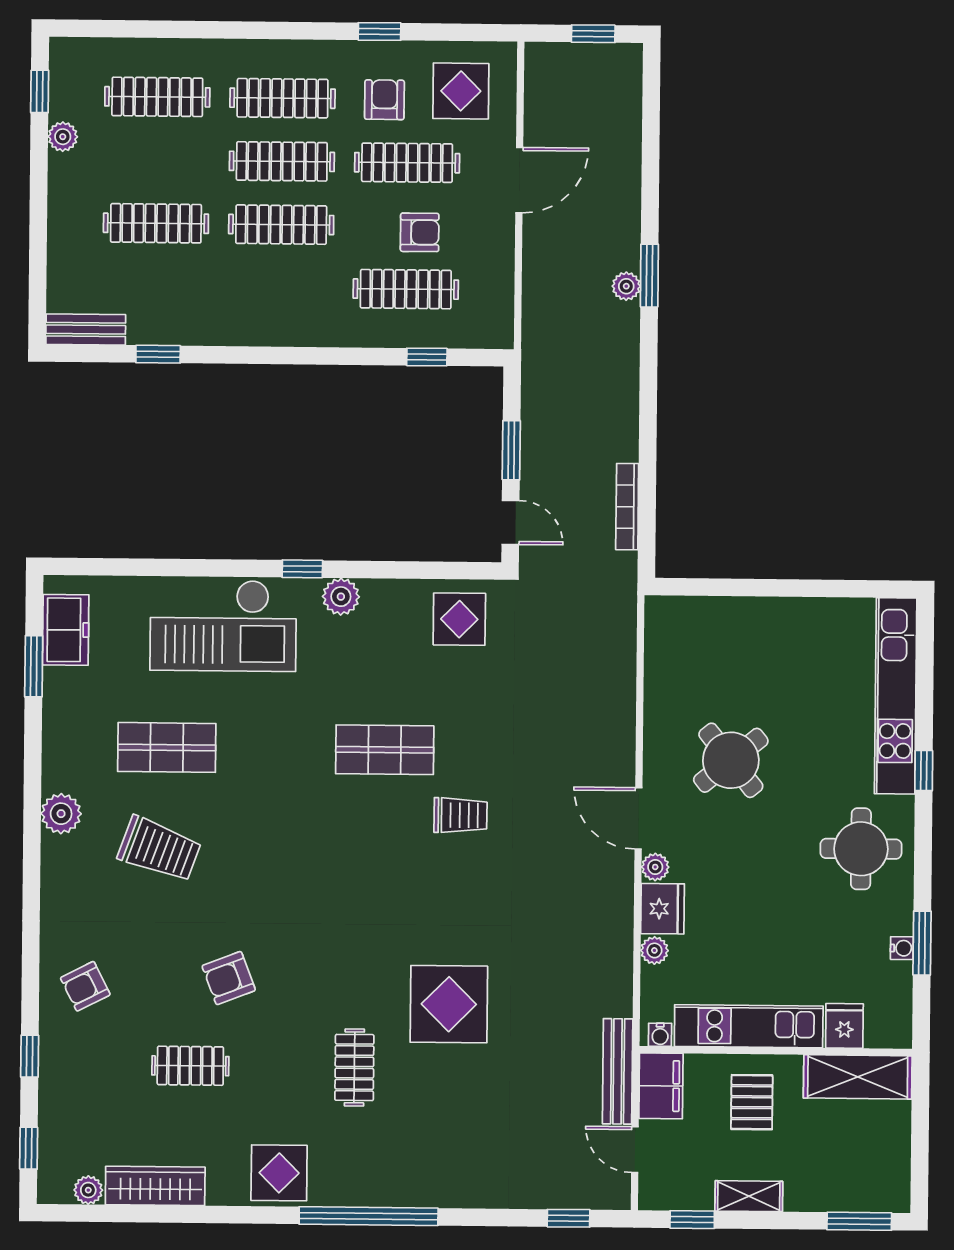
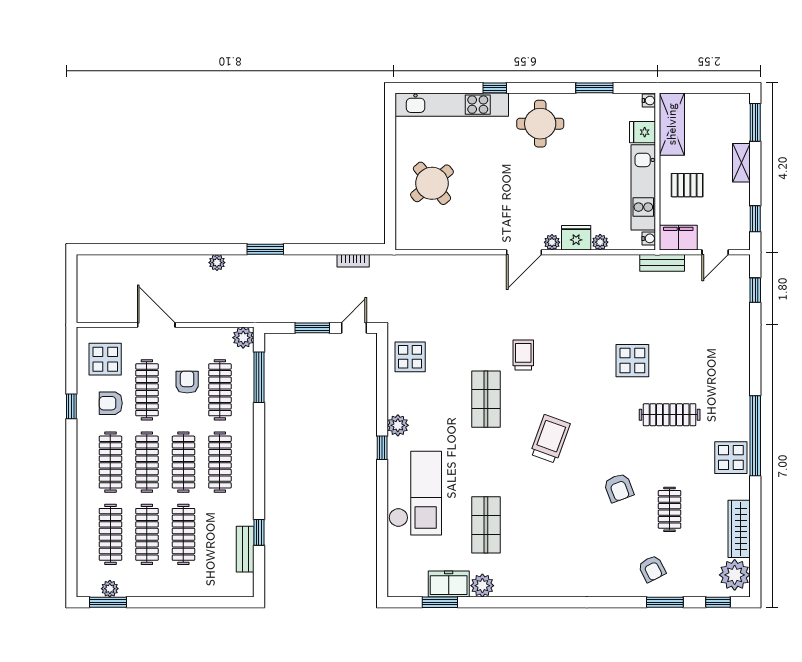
window: (593, 34) -> (71, 283), removed
window: (40, 91) -> (108, 602), width x1.50
plant: (63, 137) -> (110, 589), moved
clothes rail: (157, 160) -> (147, 534), added
window: (649, 276) -> (265, 249), moved
clothes rail: (281, 288) -> (220, 462), added
bench: (86, 330) -> (245, 549), moved
plant: (496, 330) -> (243, 338), added
window: (427, 357) -> (259, 377), width x2.17
bookcase: (627, 507) -> (353, 261), width x0.64
freezer: (66, 630) -> (449, 584), moved
round table: (731, 760) -> (432, 183), moved
plant: (61, 814) -> (482, 586), moved
trolley: (159, 849) -> (550, 439), moved
water cooler: (902, 948) -> (649, 100), moved, turned 90
armchair: (85, 986) -> (652, 569), moved
display table: (449, 1004) -> (632, 361), width x0.73, depth x0.73
window: (30, 1056) -> (665, 602), width x1.50
clothes rail: (354, 1067) -> (670, 415), width x1.36
bench: (618, 1071) -> (662, 263), width x0.73
plant: (88, 1190) -> (735, 575), width x1.88, depth x1.88
shelving: (749, 1196) -> (741, 163), moved
window: (369, 1216) -> (755, 436), moved

